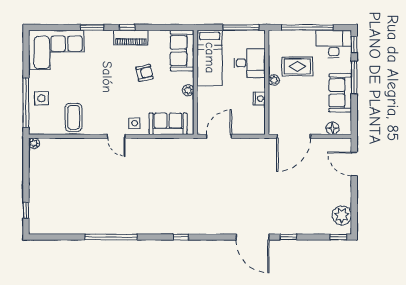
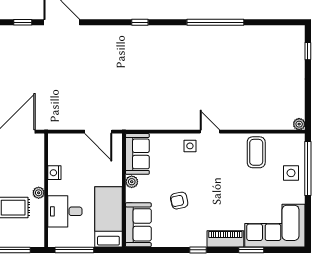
window: (92, 27) -> (251, 250), moved
piano: (131, 38) -> (225, 239), moved
sofa: (168, 124) -> (137, 154), moved, turned -90
door: (219, 136) -> (98, 132), hinge flipped

